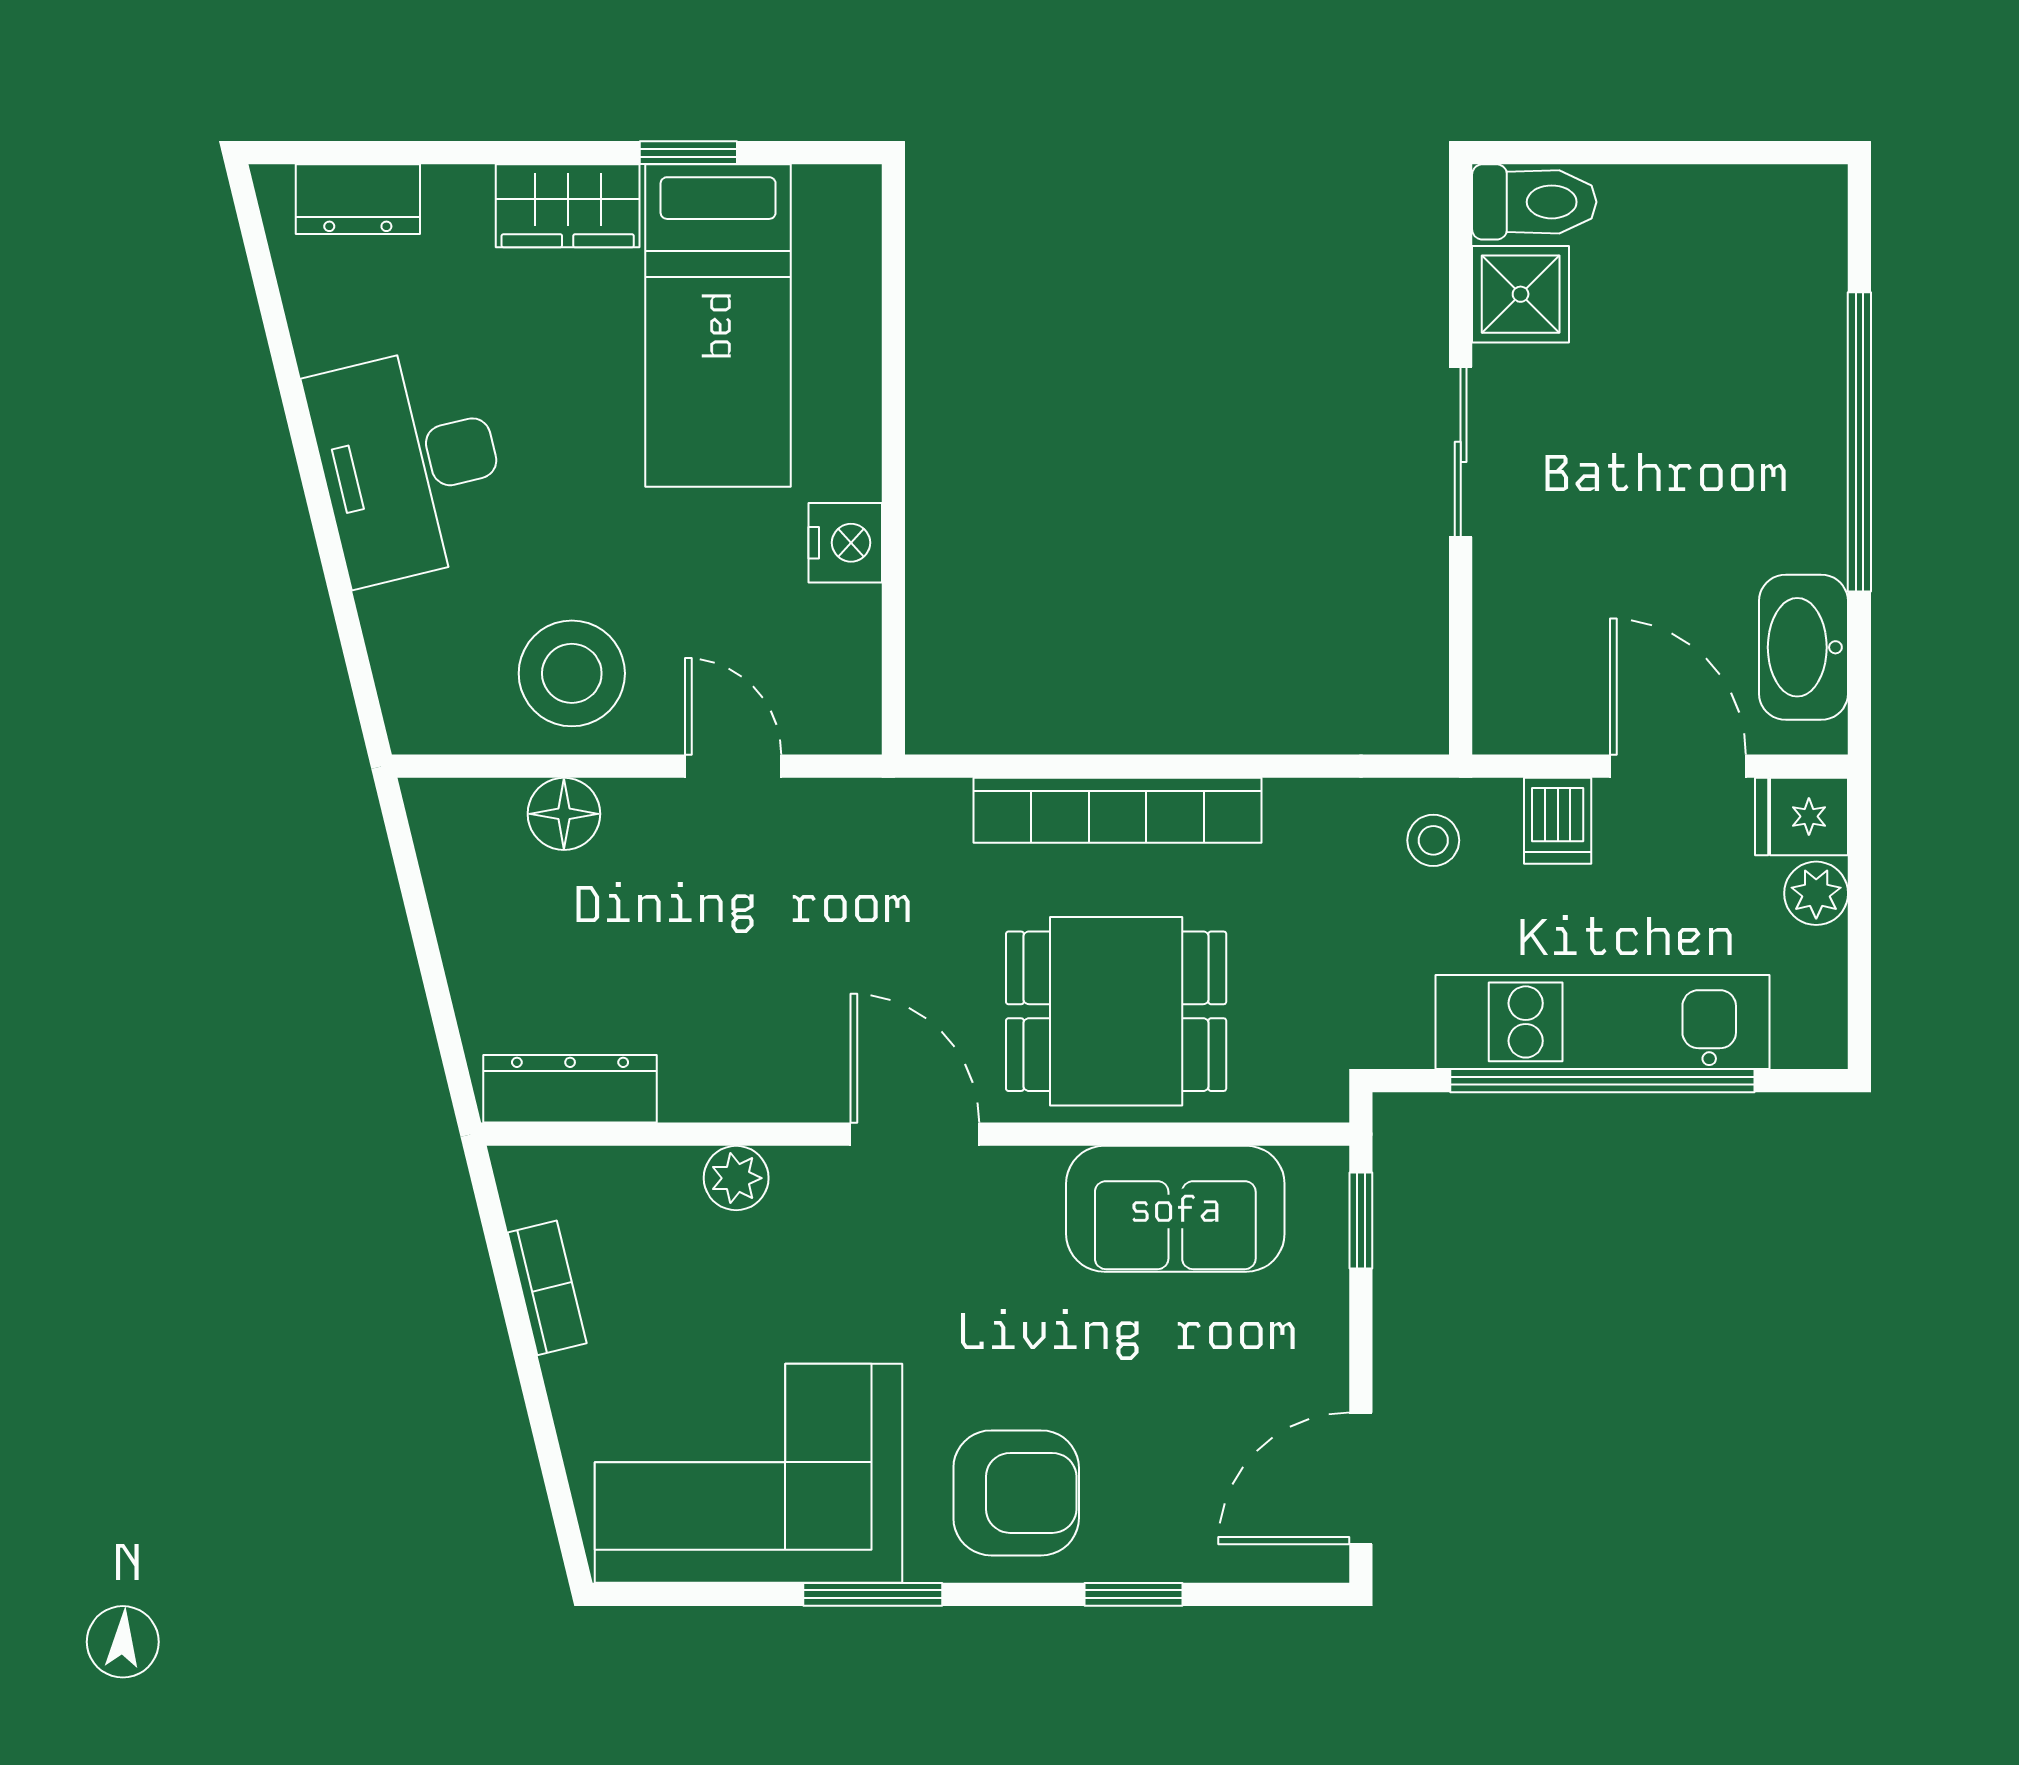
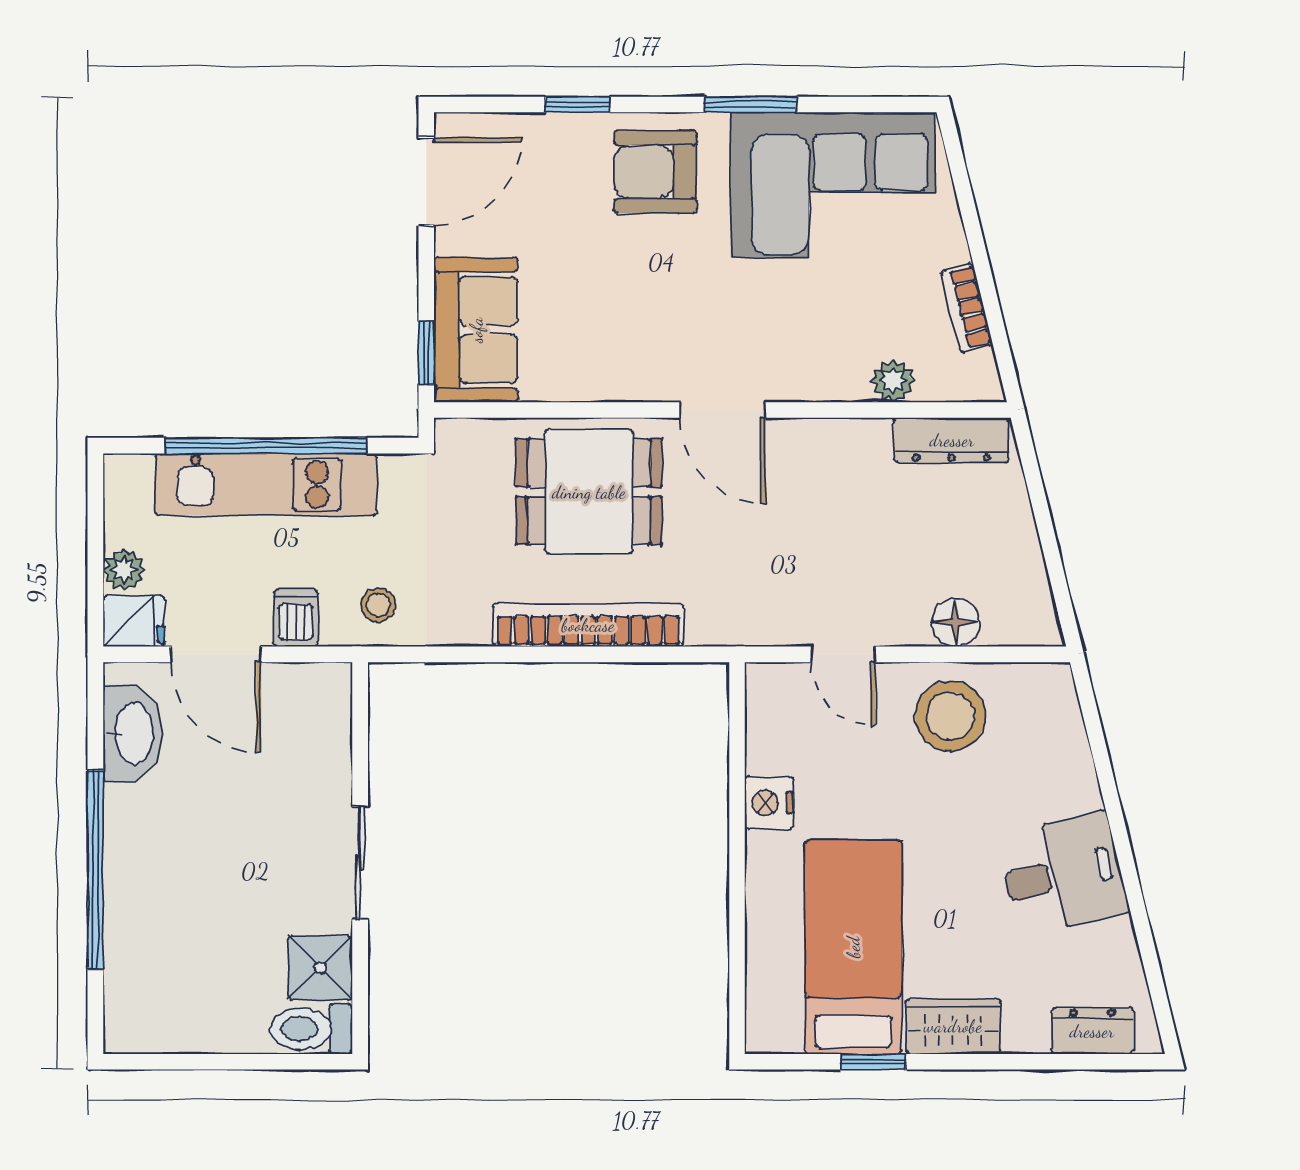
desk: (409, 464) -> (1063, 874), width x0.73
plant: (736, 1178) -> (893, 381), moved
sofa: (1175, 1209) -> (476, 330), moved, turned 90

